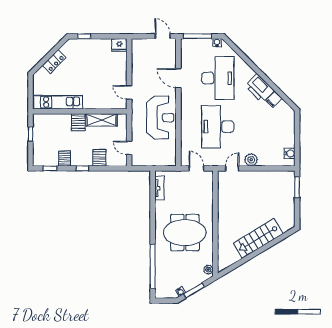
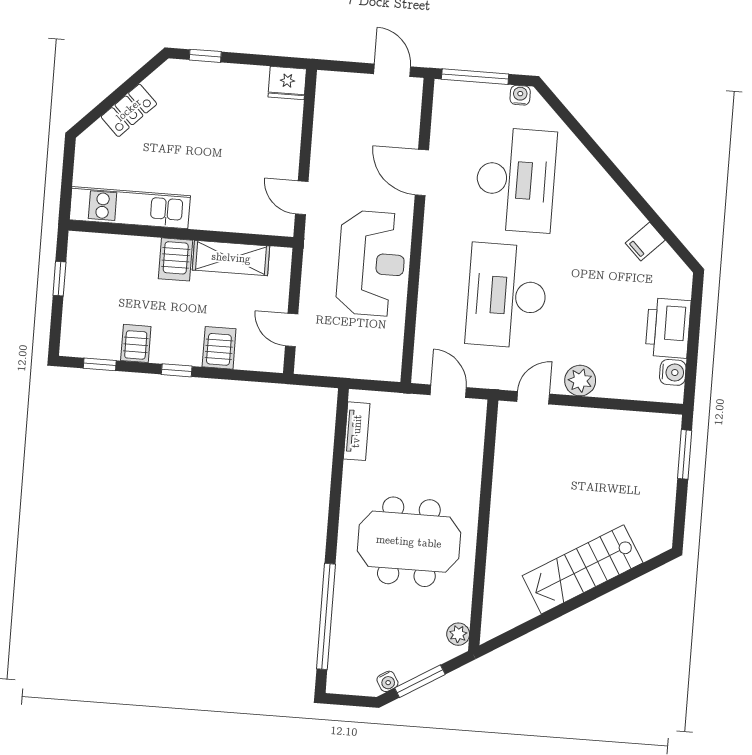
printer: (260, 88) -> (668, 328), moved, turned 45

